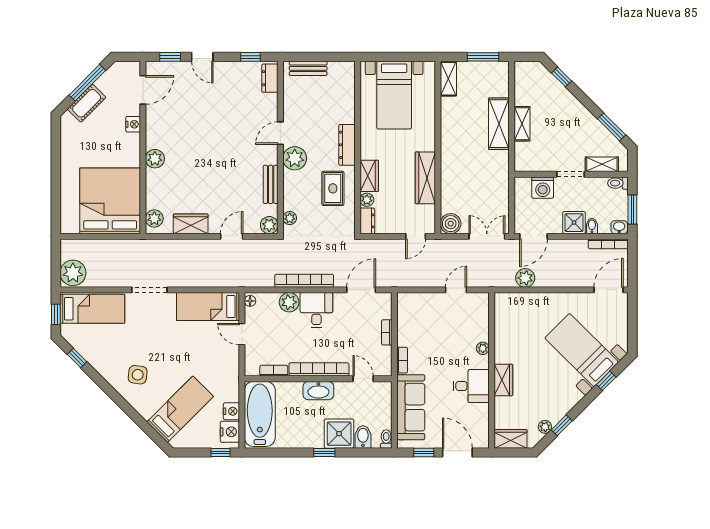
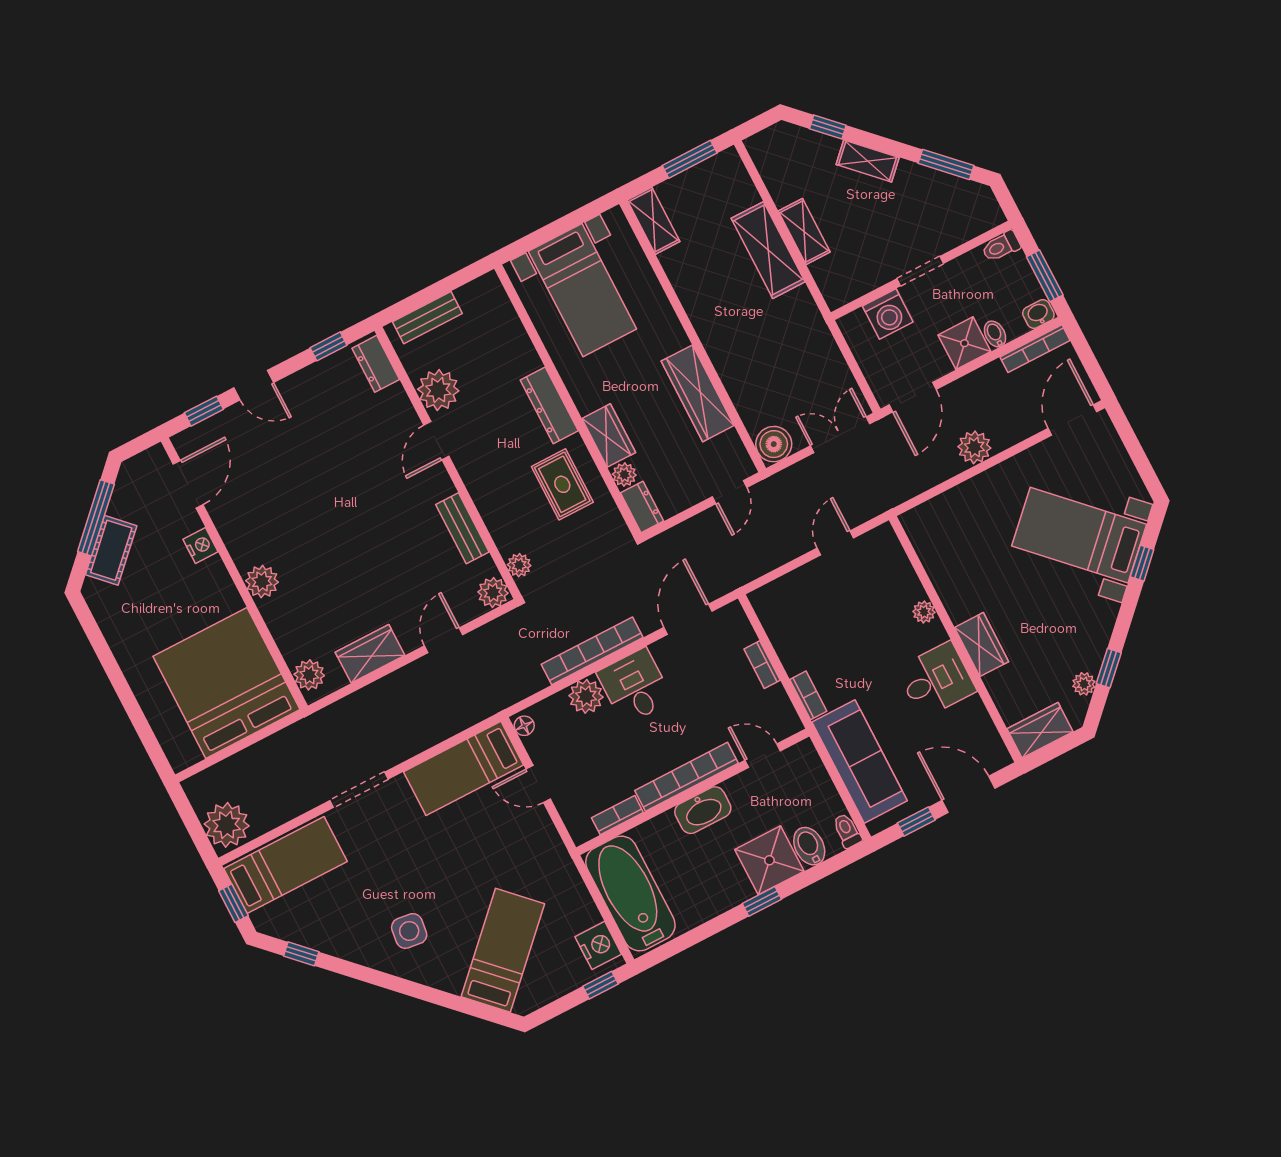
plant: (295, 158) -> (438, 390), moved
shelving: (602, 164) -> (868, 161), moved, turned 45
plant: (525, 278) -> (974, 447), moved
nightstand: (231, 411) -> (584, 912), removed

